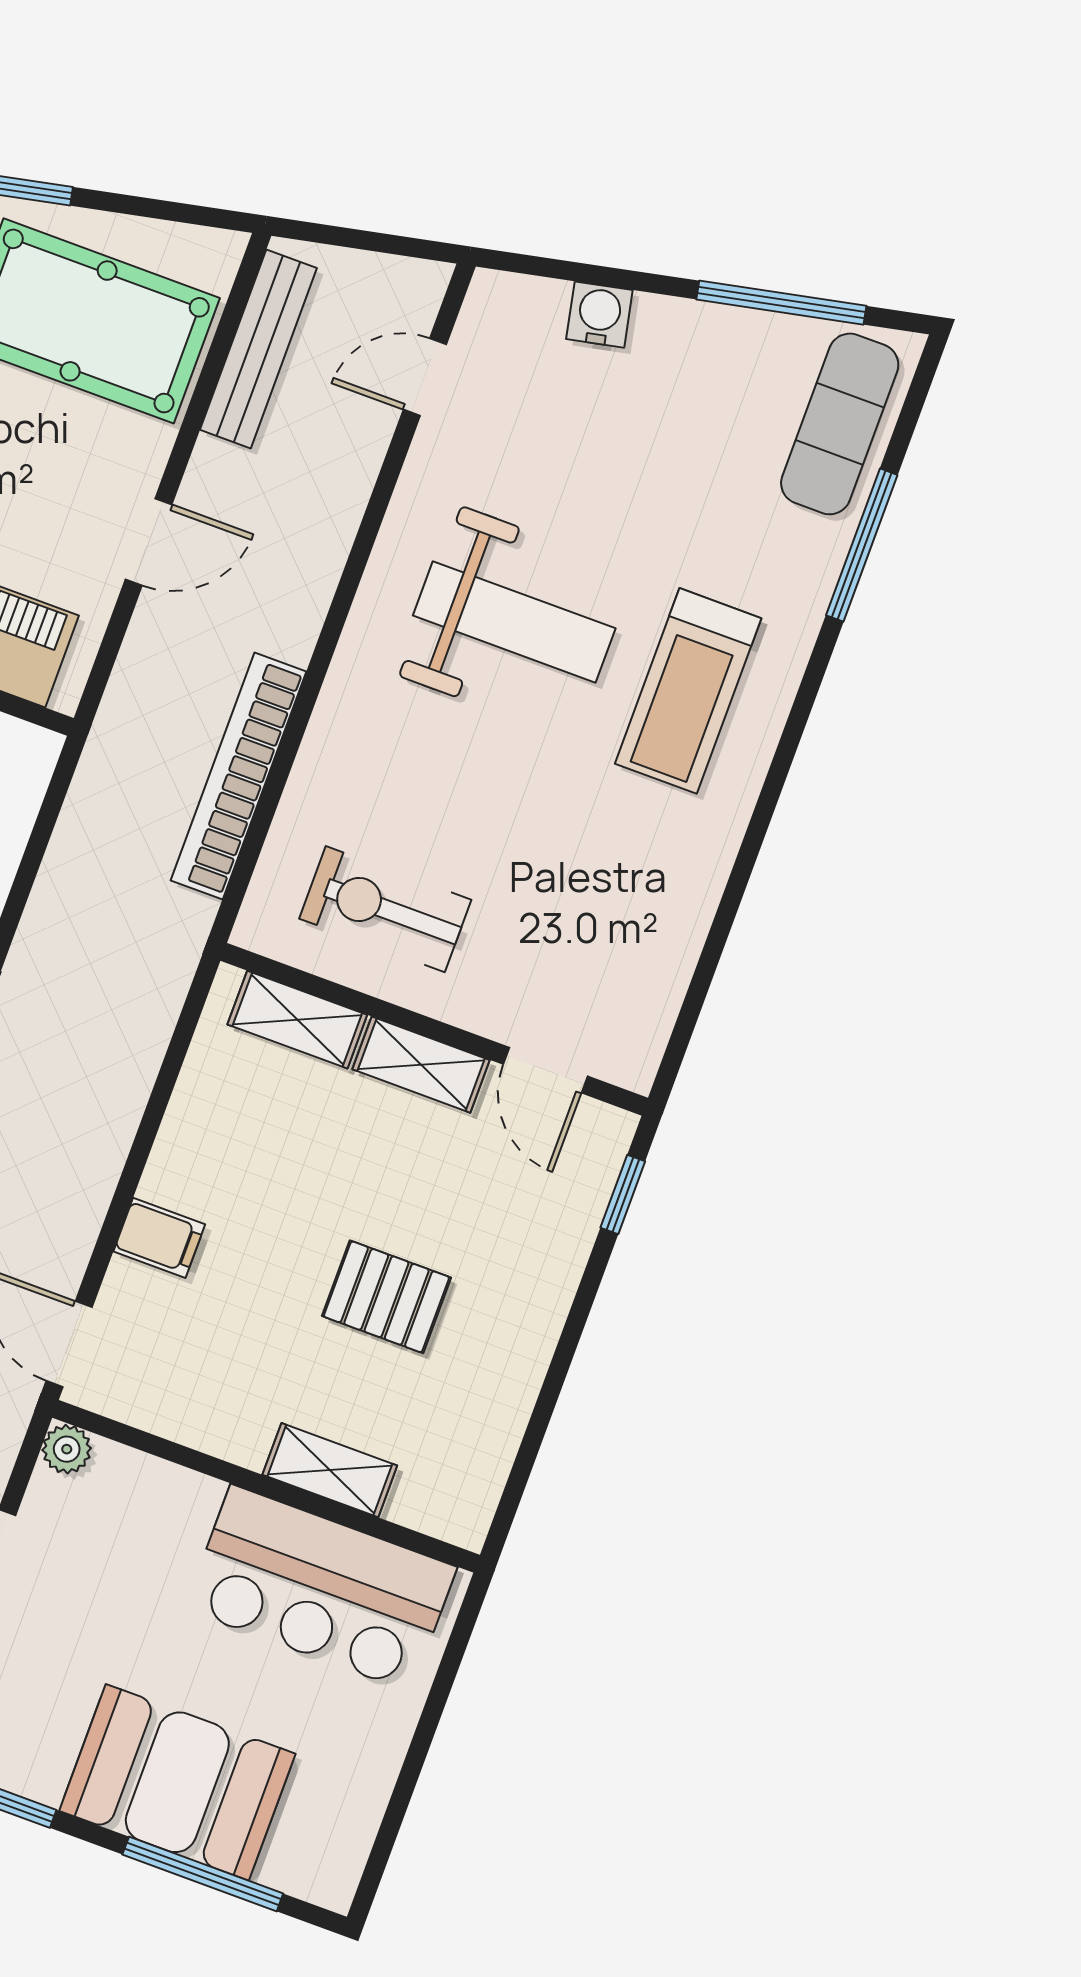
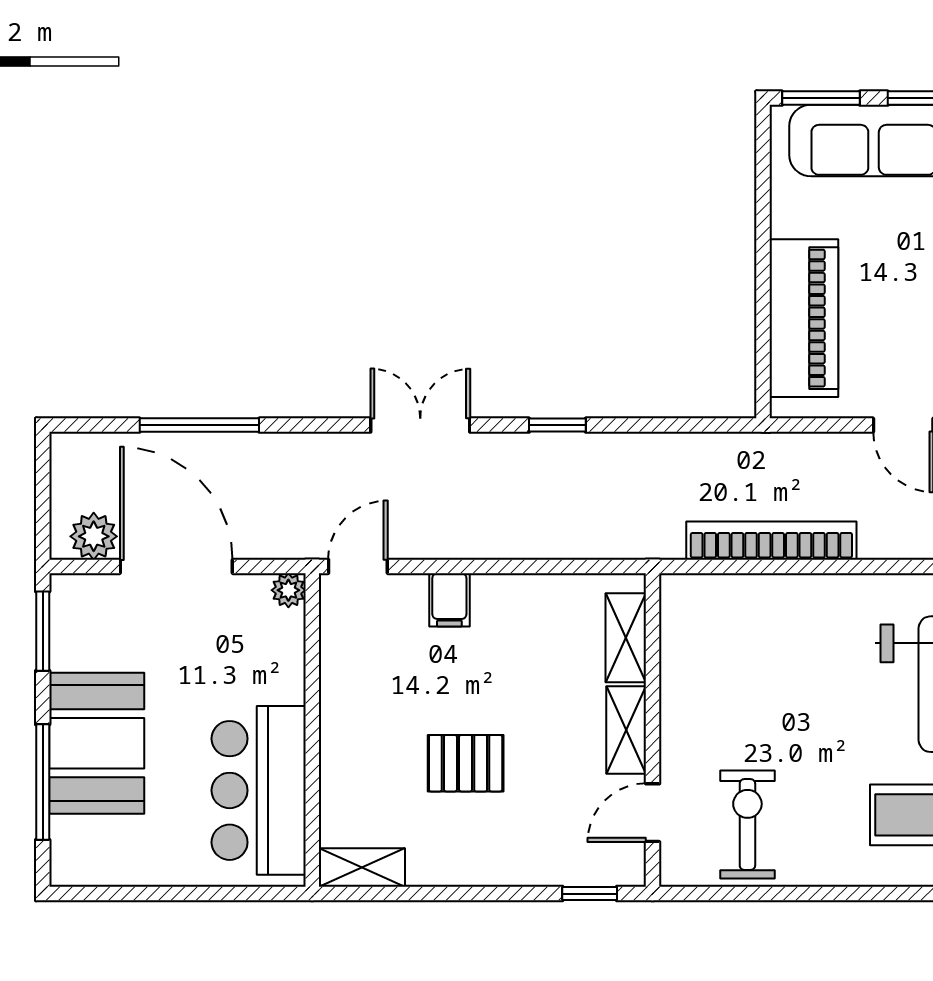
exercise bike: (385, 909) -> (747, 825), moved
pallet: (386, 1297) -> (466, 763), turned 90
shelving: (330, 1470) -> (362, 868), moved, turned 90

